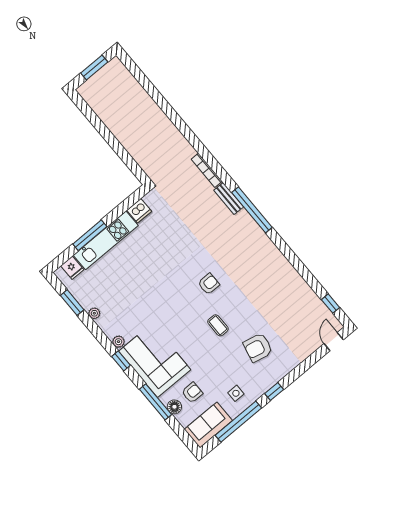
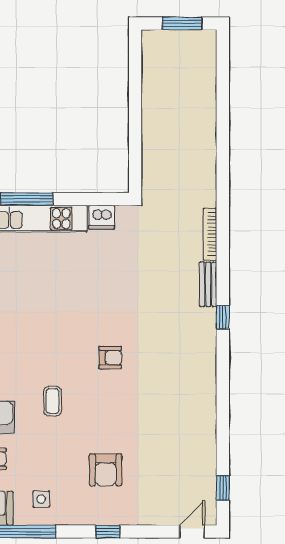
window: (252, 210) -> (223, 317), width x0.32
coffee table: (218, 325) -> (53, 401), moved
armchair: (258, 348) -> (106, 470), turned -103
window: (274, 392) -> (108, 532), moved

